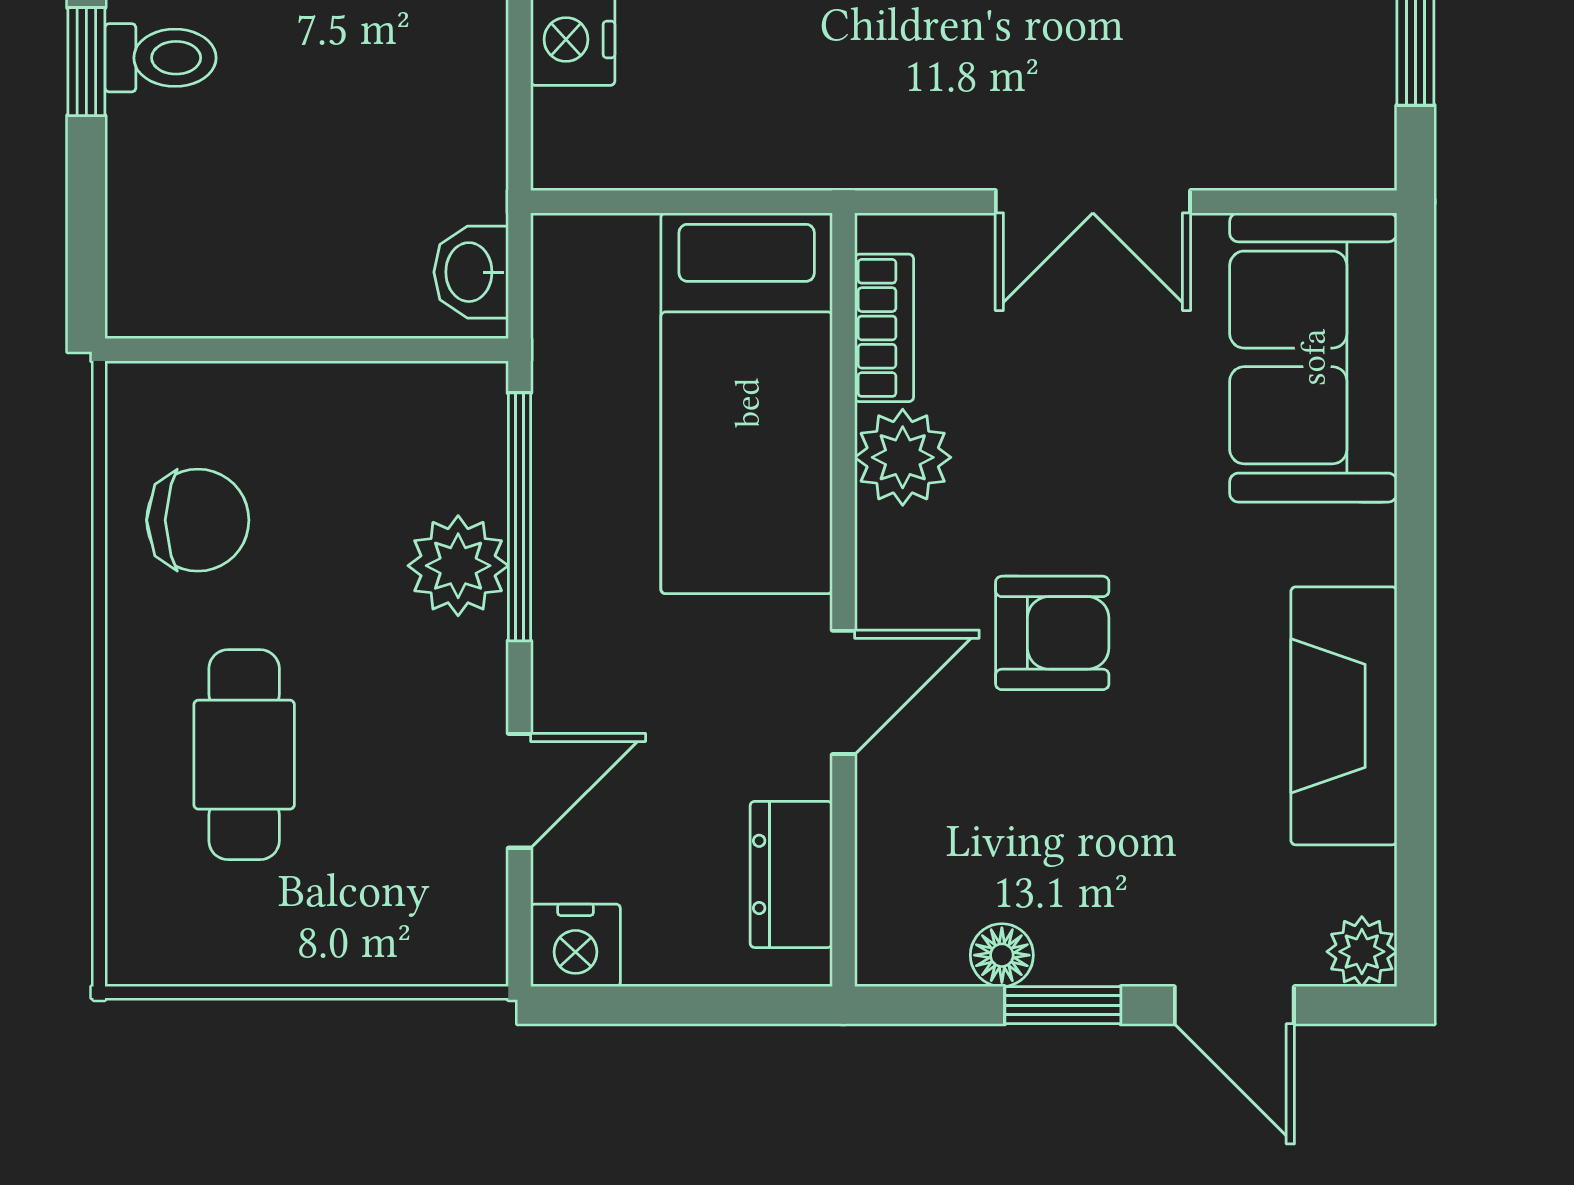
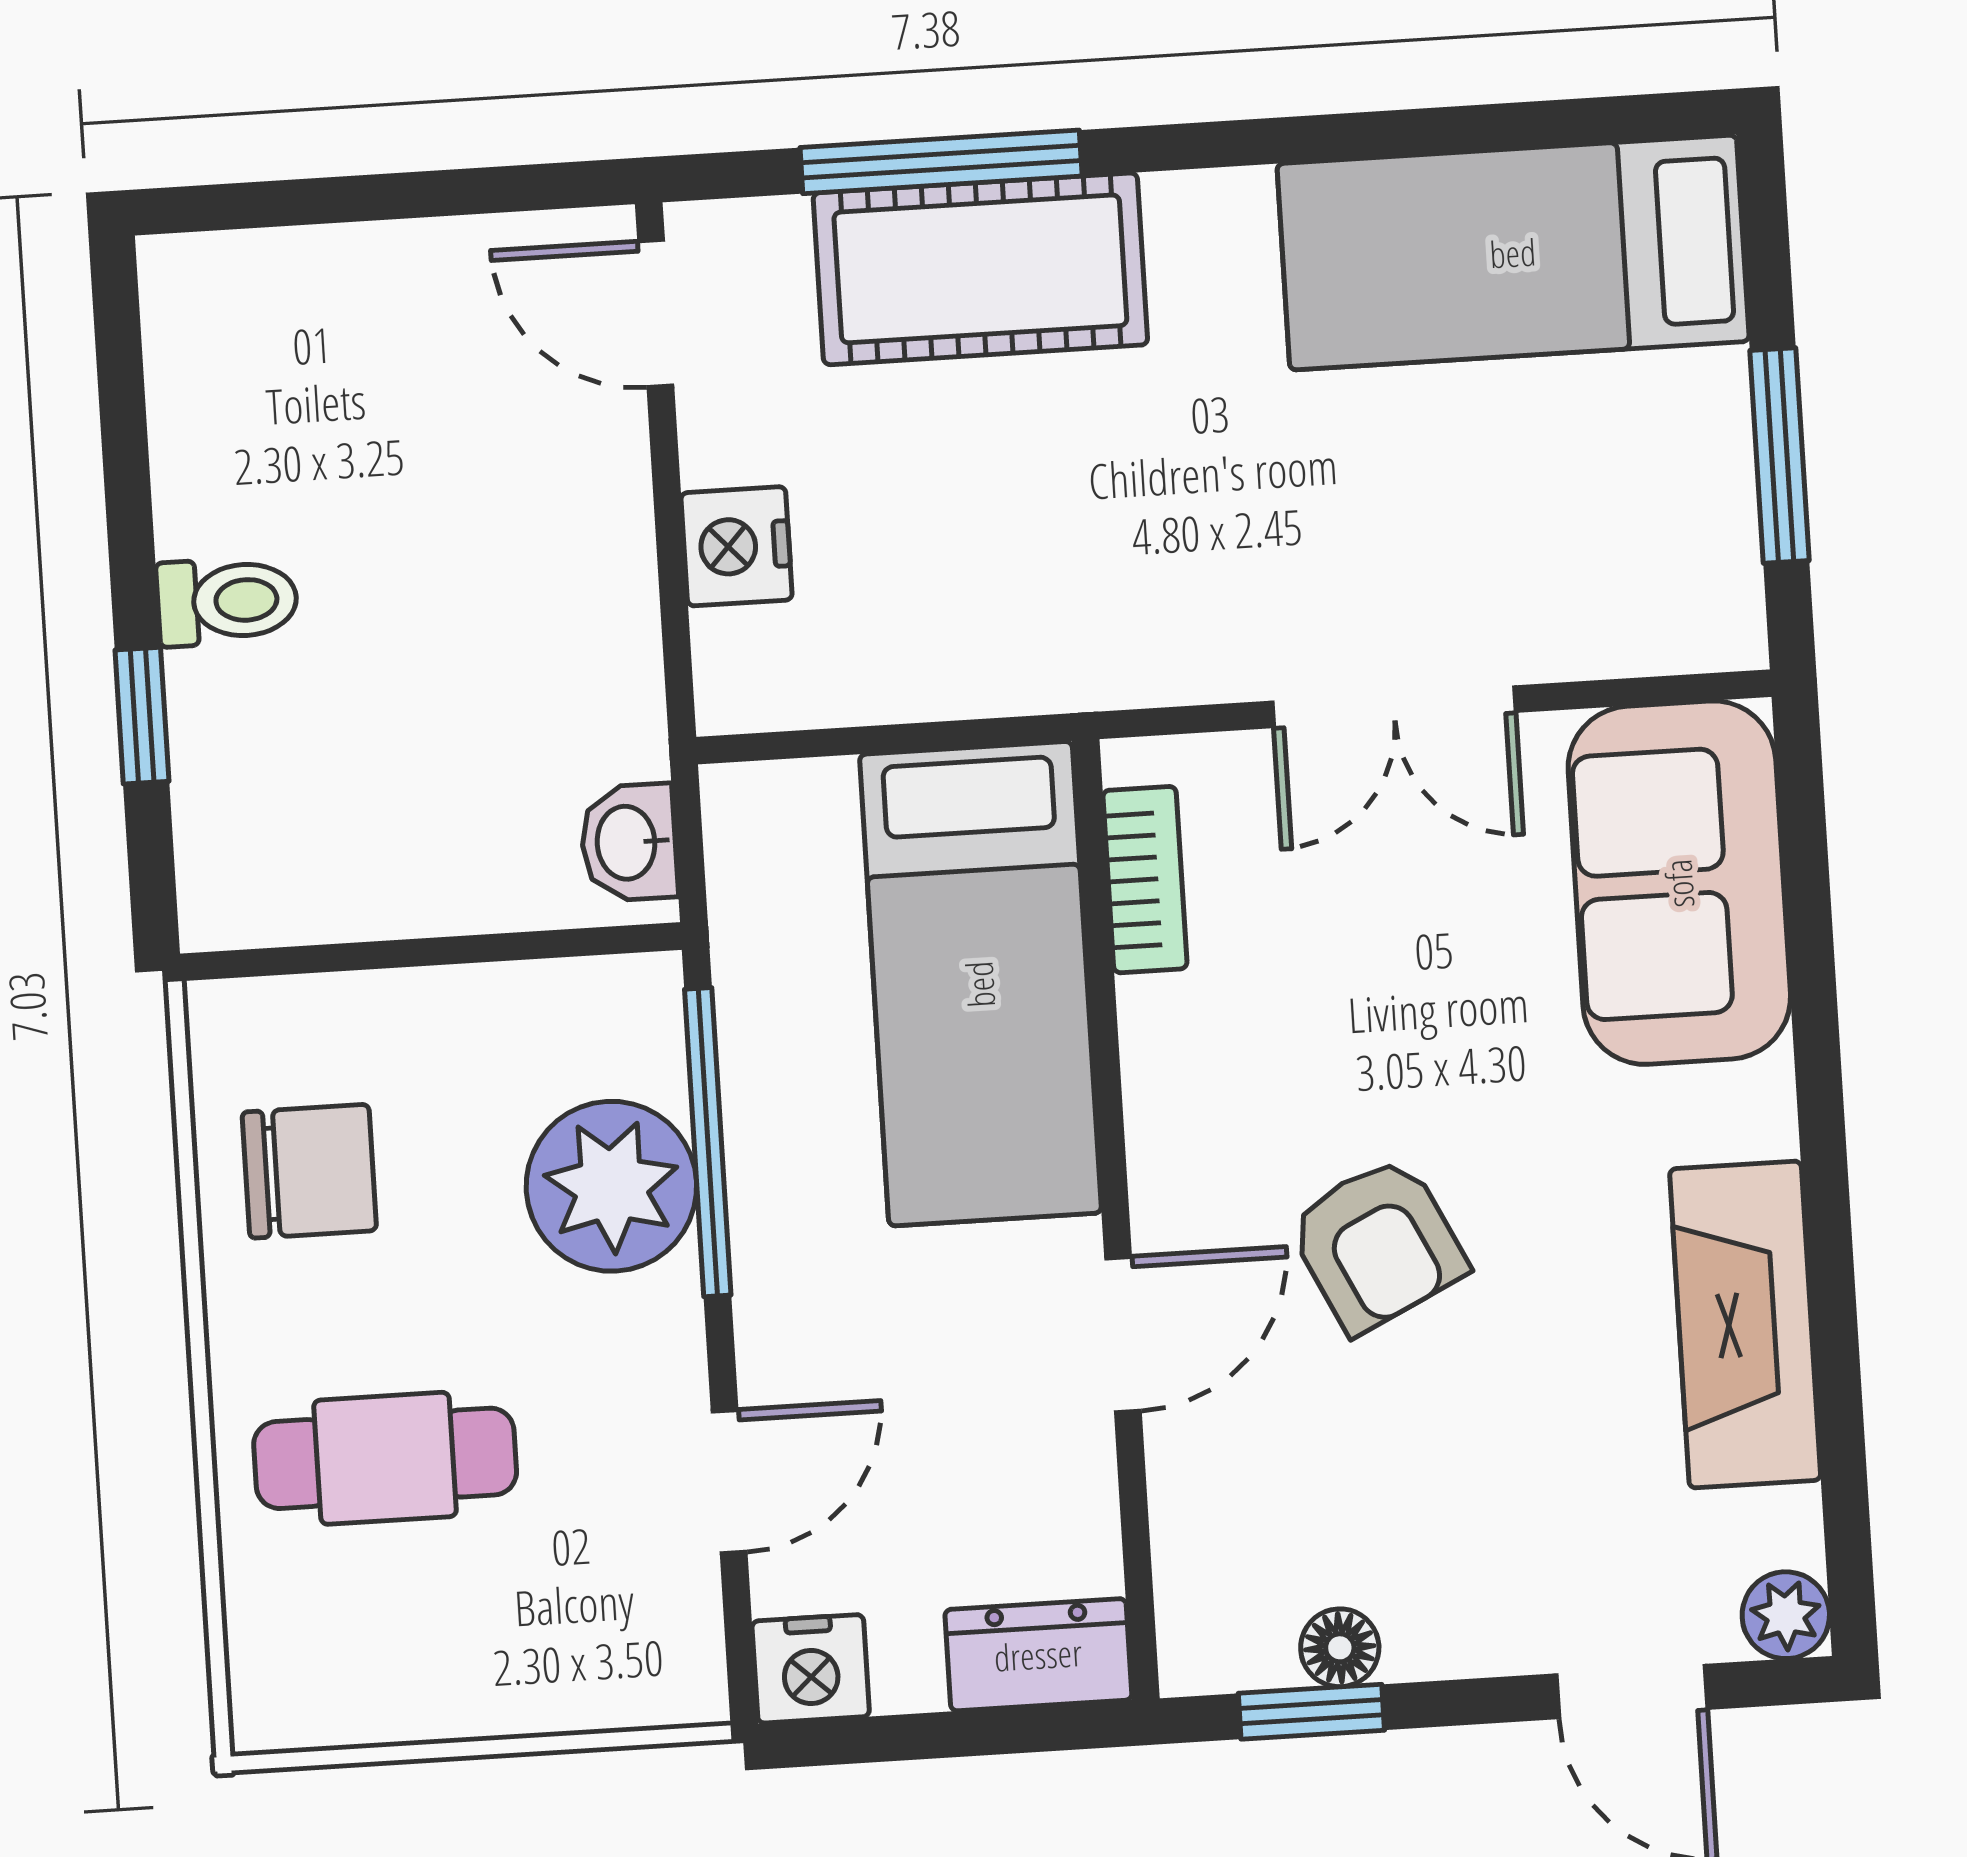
window: (86, 62) -> (142, 716), moved
plant: (903, 457) -> (1178, 1038), removed
plant: (458, 566) -> (611, 1186), width x1.36, depth x1.36
armchair: (1052, 633) -> (1377, 1244), turned 64
cafe table: (244, 755) -> (385, 1458), turned 90
dresser: (791, 874) -> (1038, 1655), moved, turned 90
window: (1063, 1005) -> (1311, 1712), moved

